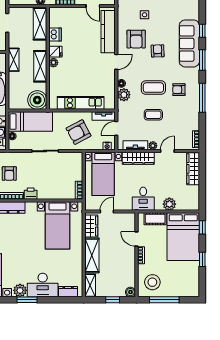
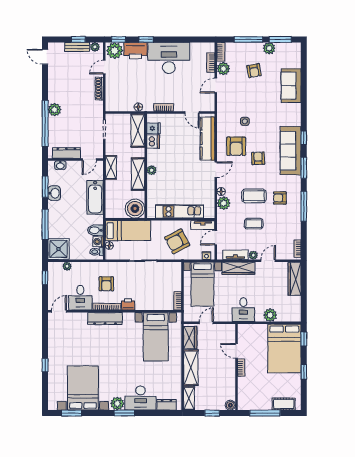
fridge: (55, 52) -> (154, 128), moved
cot: (155, 219) -> (284, 404), moved
stool: (152, 282) -> (253, 395), removed

